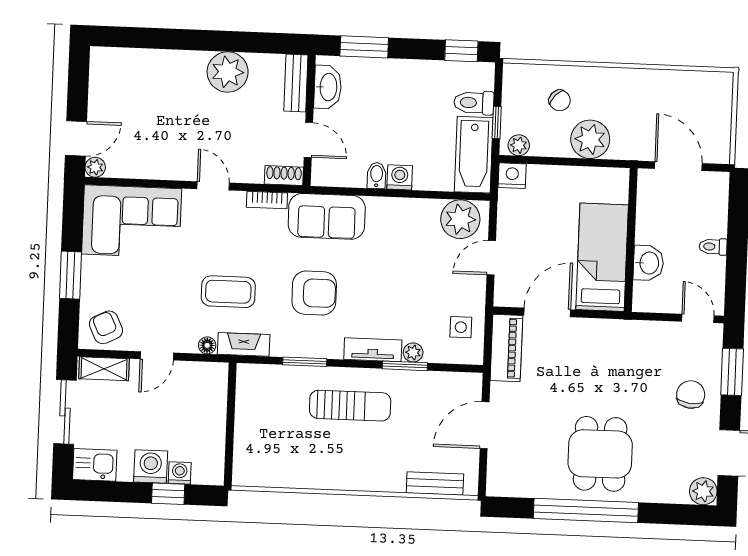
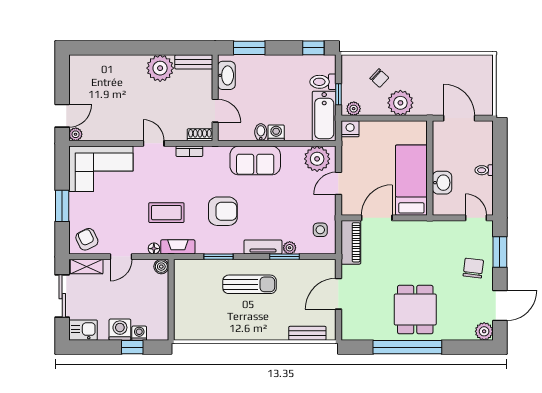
bench: (296, 83) -> (194, 62), moved, turned 90
sofa: (327, 216) -> (255, 160), moved
boiler: (217, 373) -> (161, 267), added

